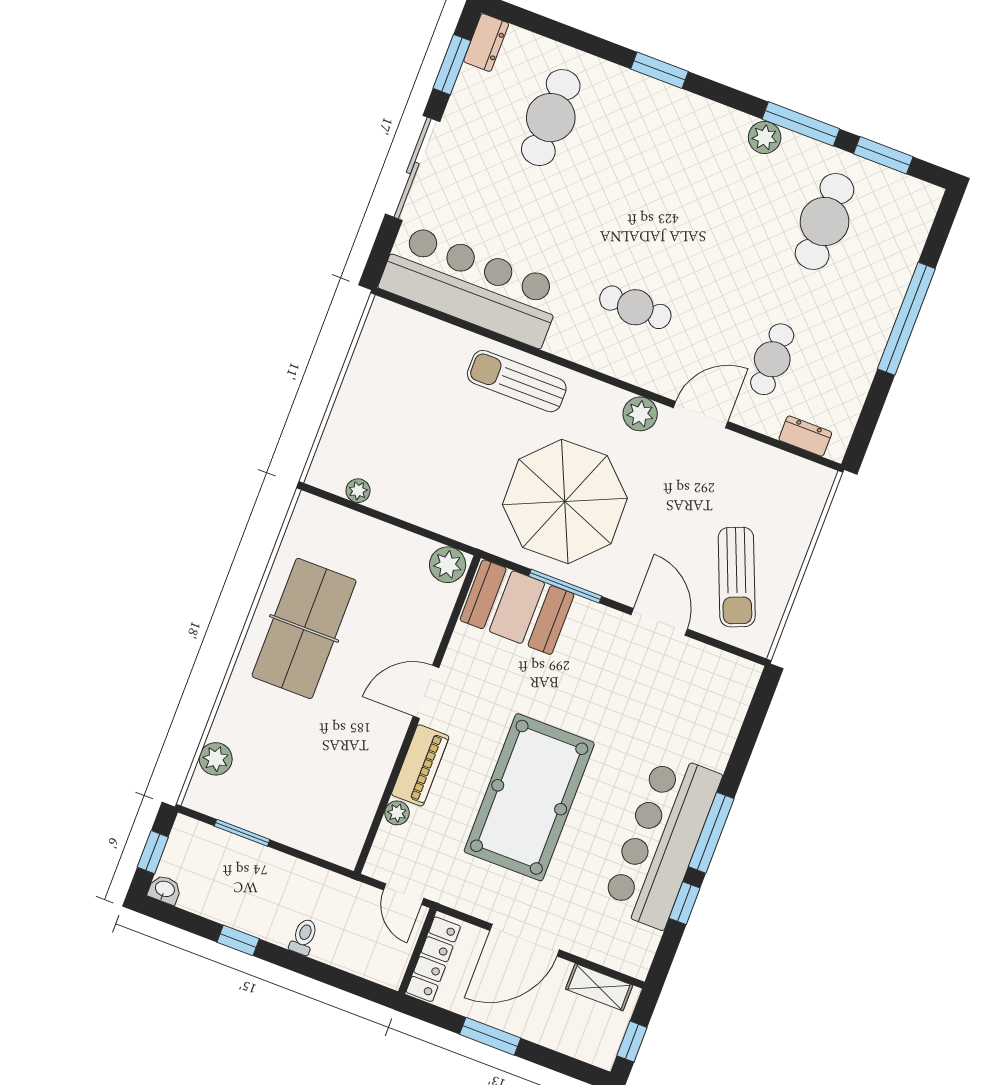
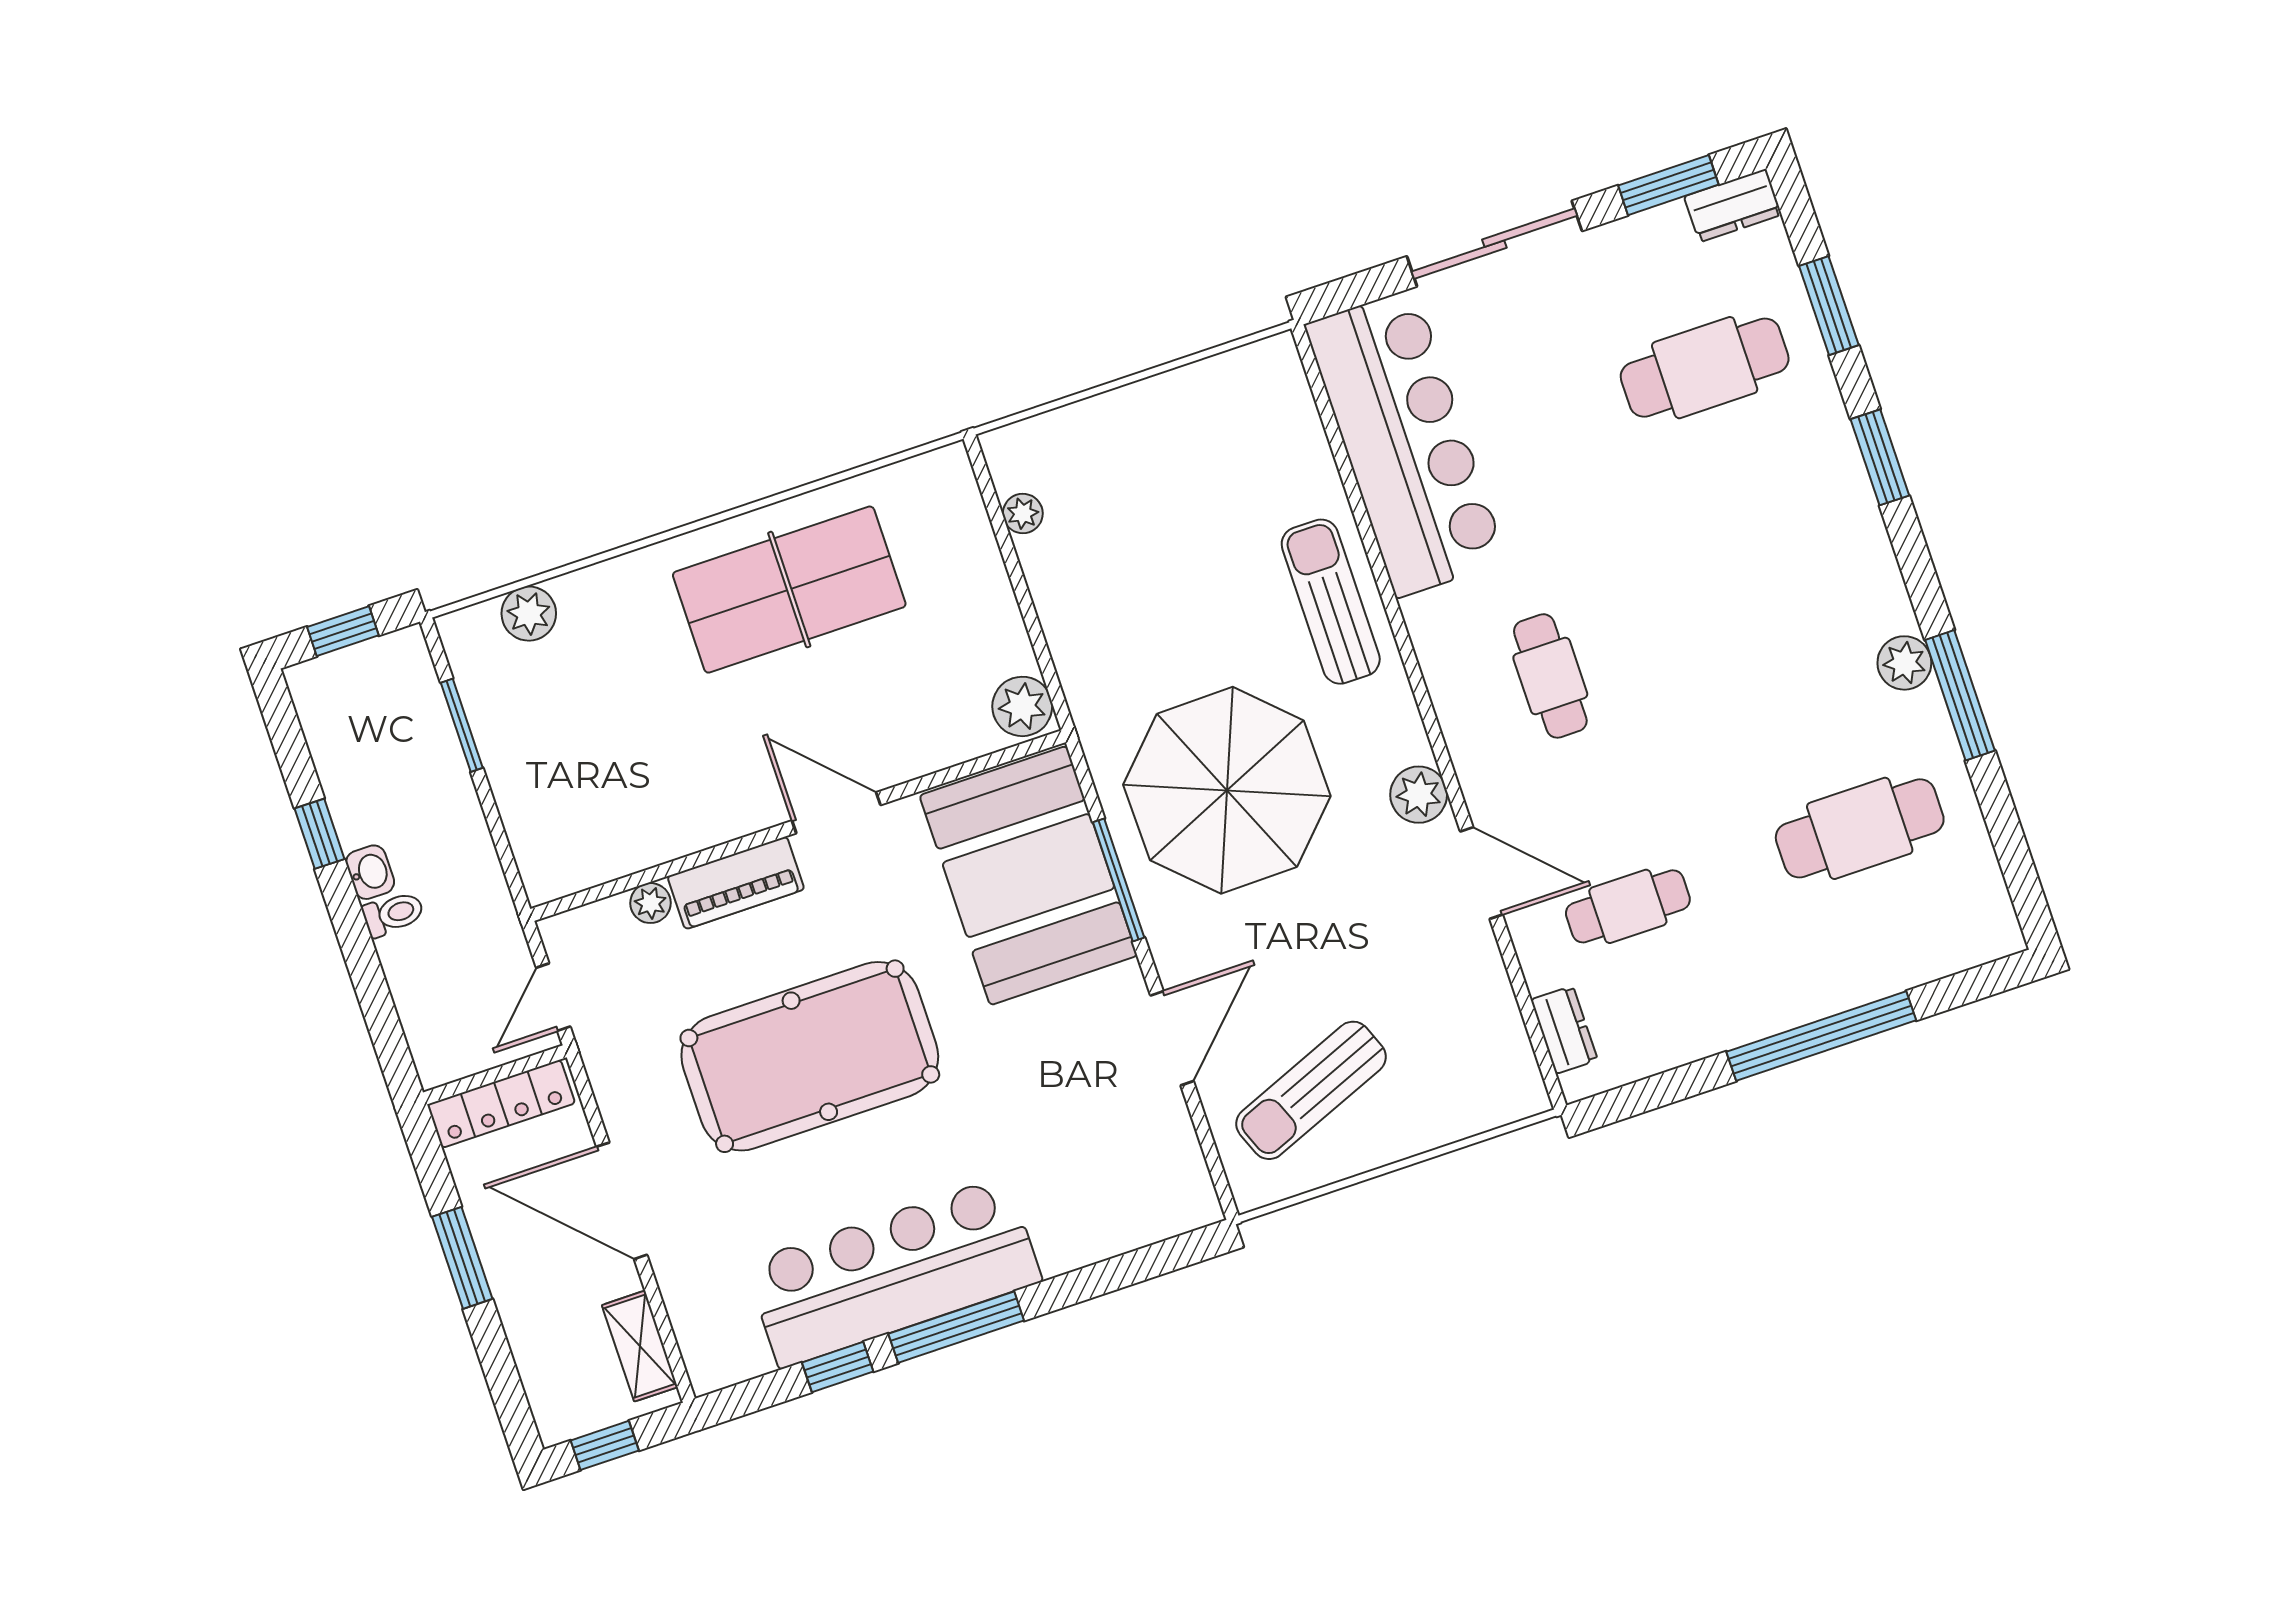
window: (883, 155) -> (1829, 306), moved
booth: (517, 607) -> (1028, 876), width x1.36, depth x1.42
washbasin: (165, 890) -> (370, 872), moved

